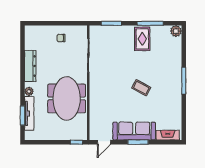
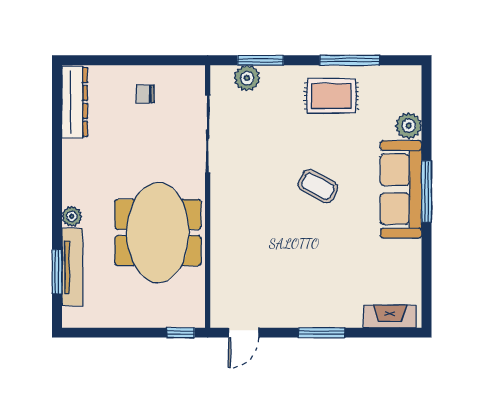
plant: (105, 31) -> (247, 78), added
plant: (176, 31) -> (409, 126), moved
rug: (142, 39) -> (331, 96), turned 90
dresser: (30, 66) -> (75, 102), moved
coffee table: (141, 88) -> (318, 186), moved
sofa: (134, 131) -> (401, 189), moved, turned -90

